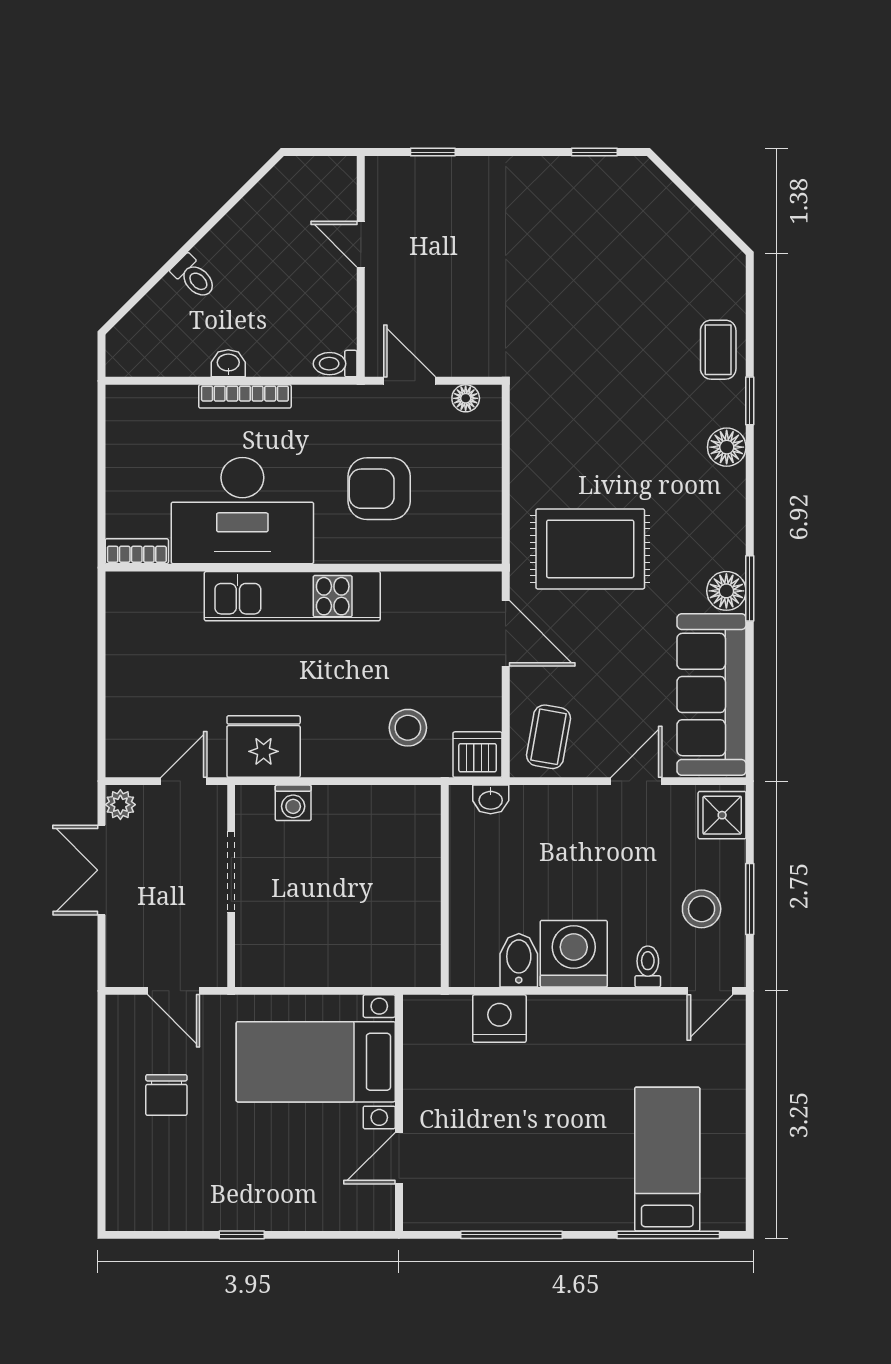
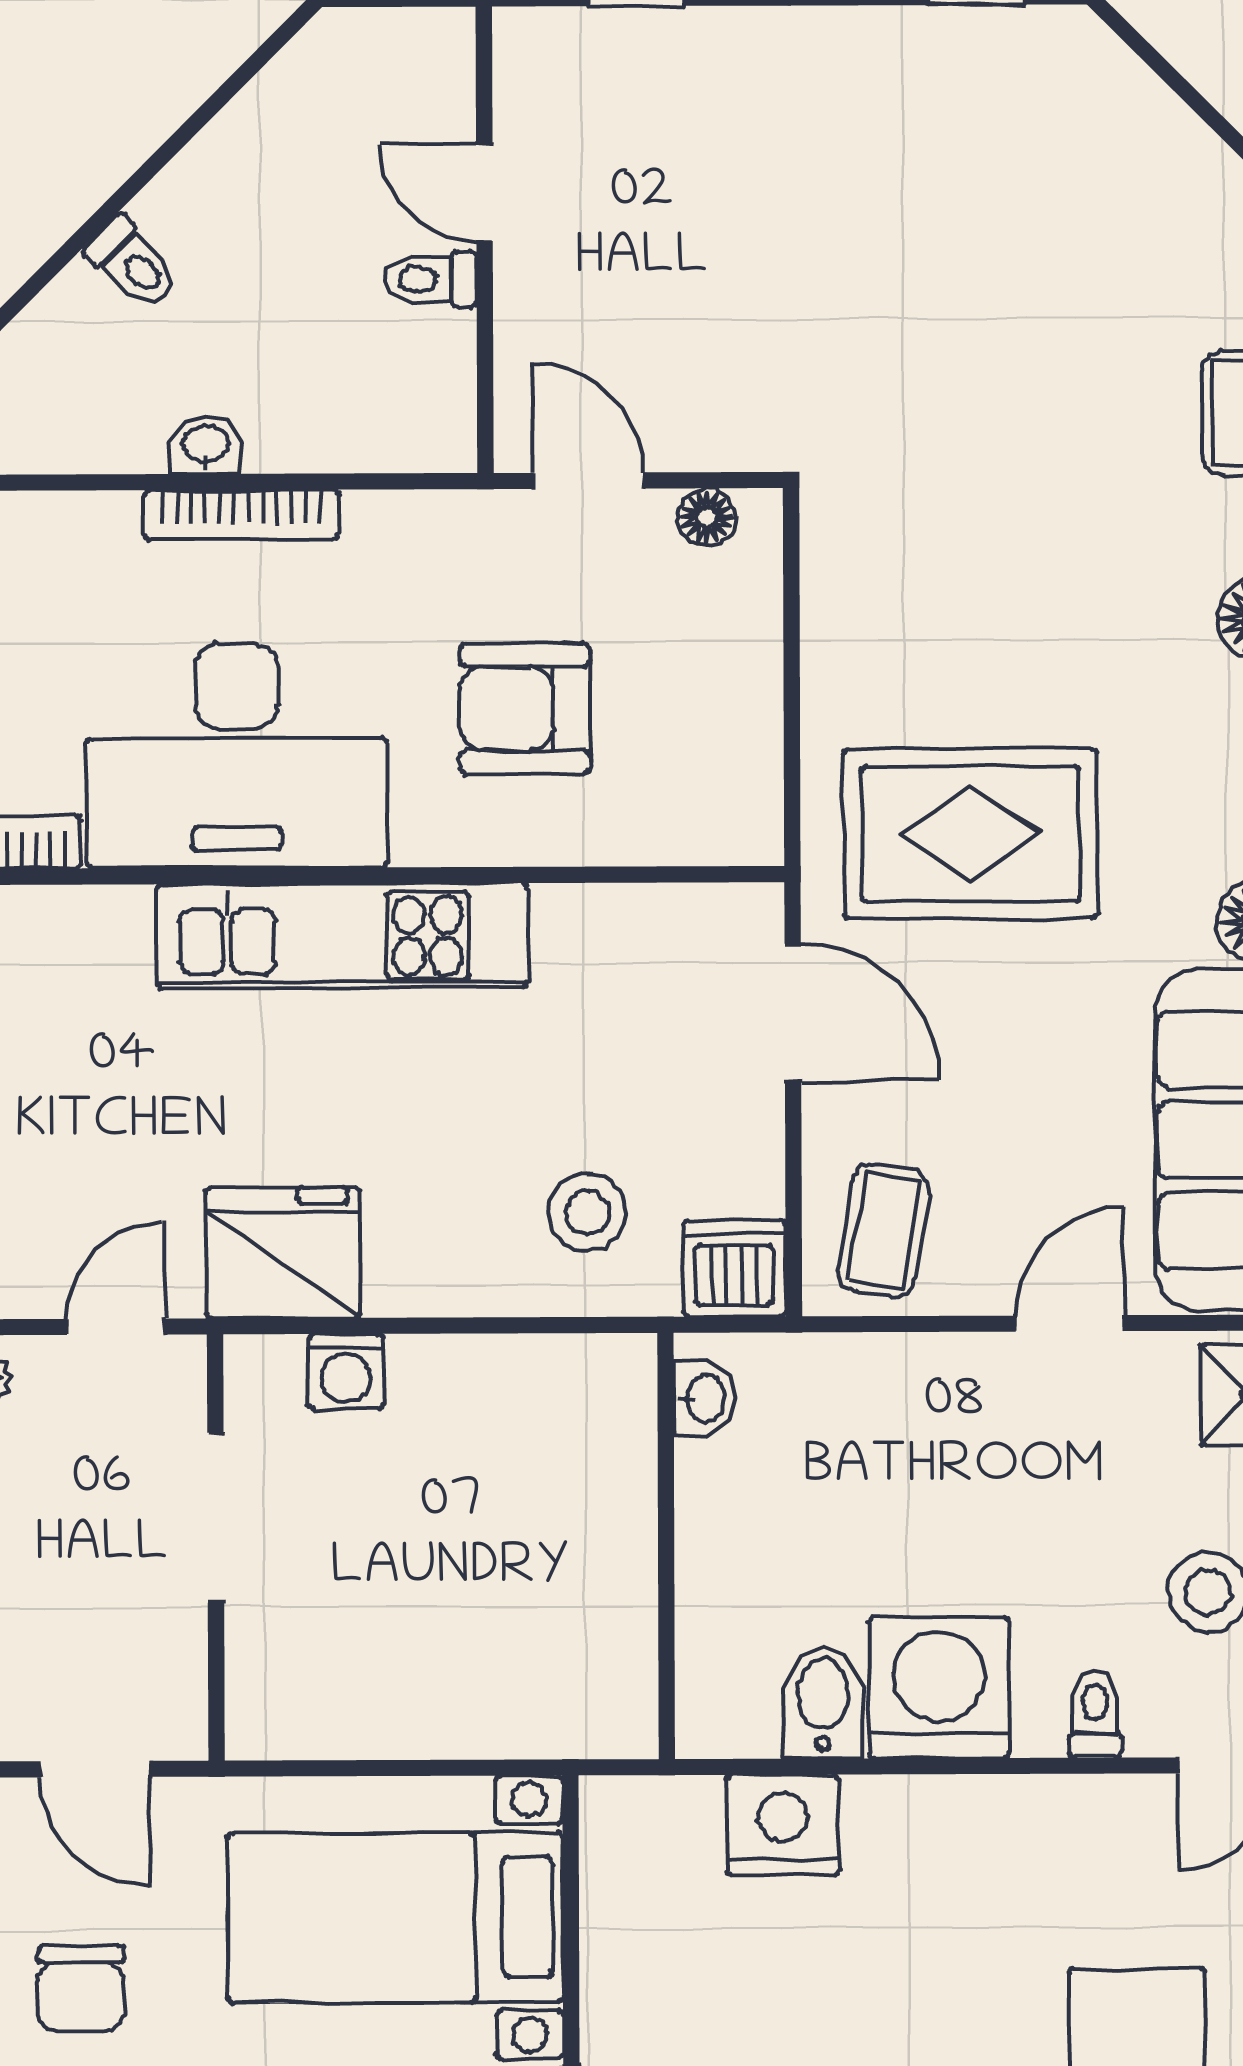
toilet: (335, 364) -> (431, 279), moved
washbasin: (491, 799) -> (704, 1398), moved, turned -90

